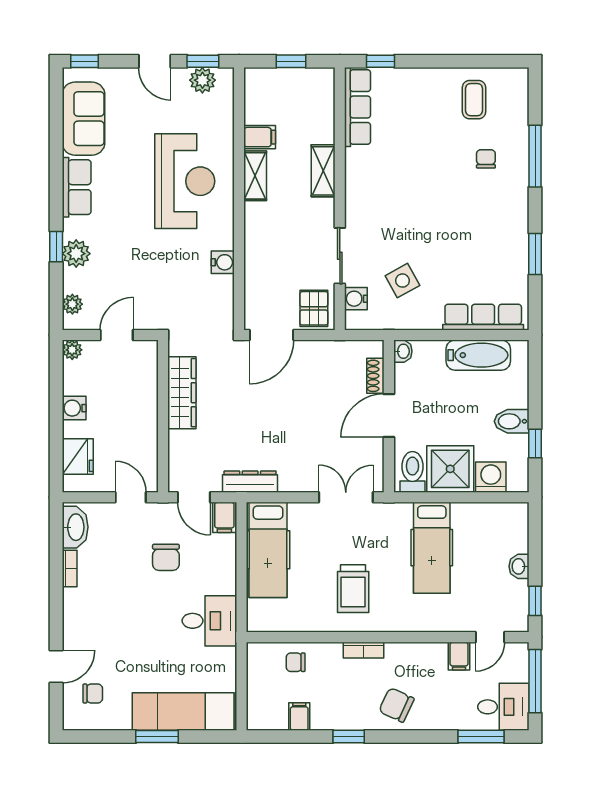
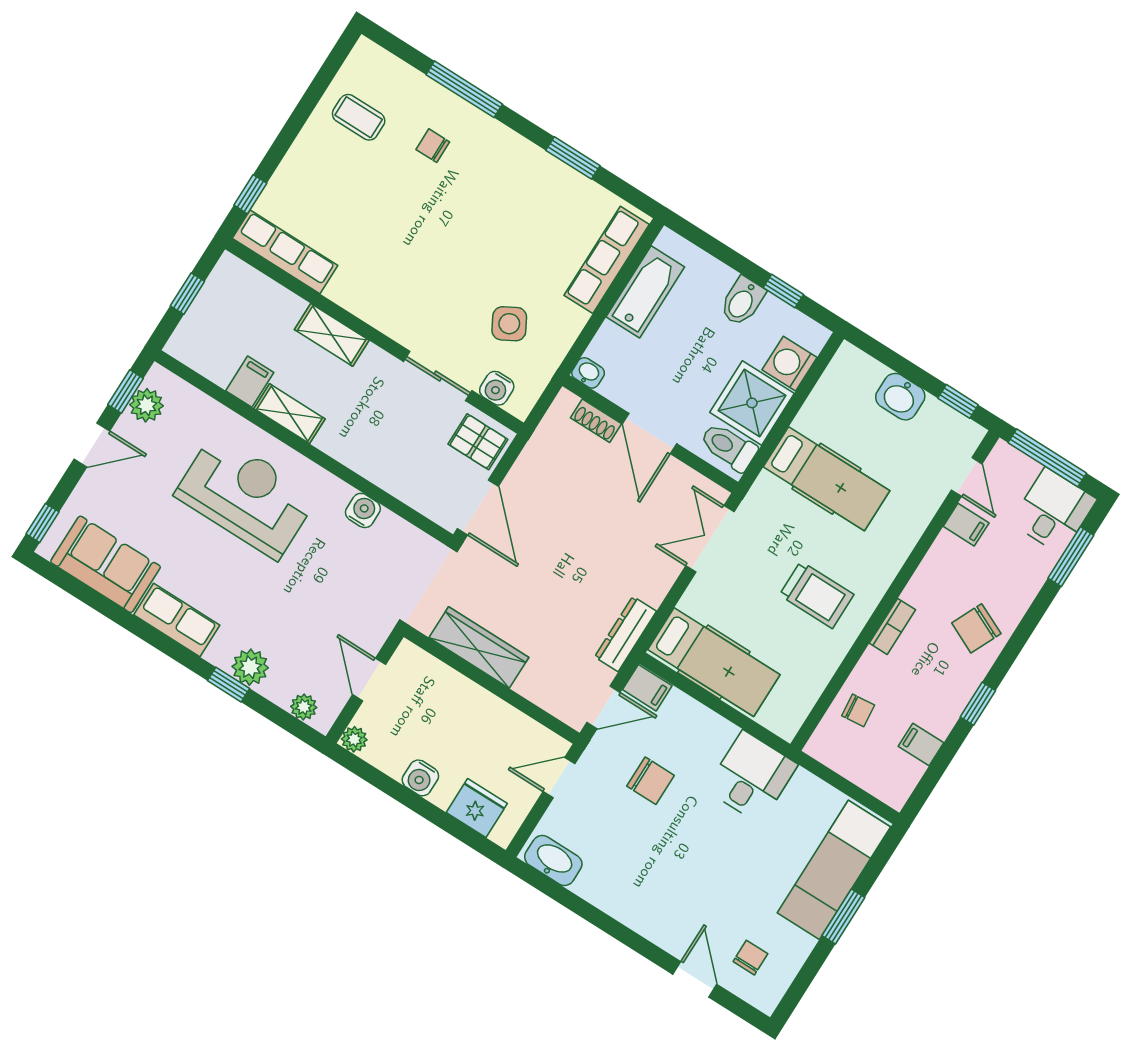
washbasin: (519, 566) -> (900, 397), width x1.38, depth x1.45
bookcase: (70, 569) -> (595, 896), removed
chair: (296, 662) -> (858, 710), turned -96

